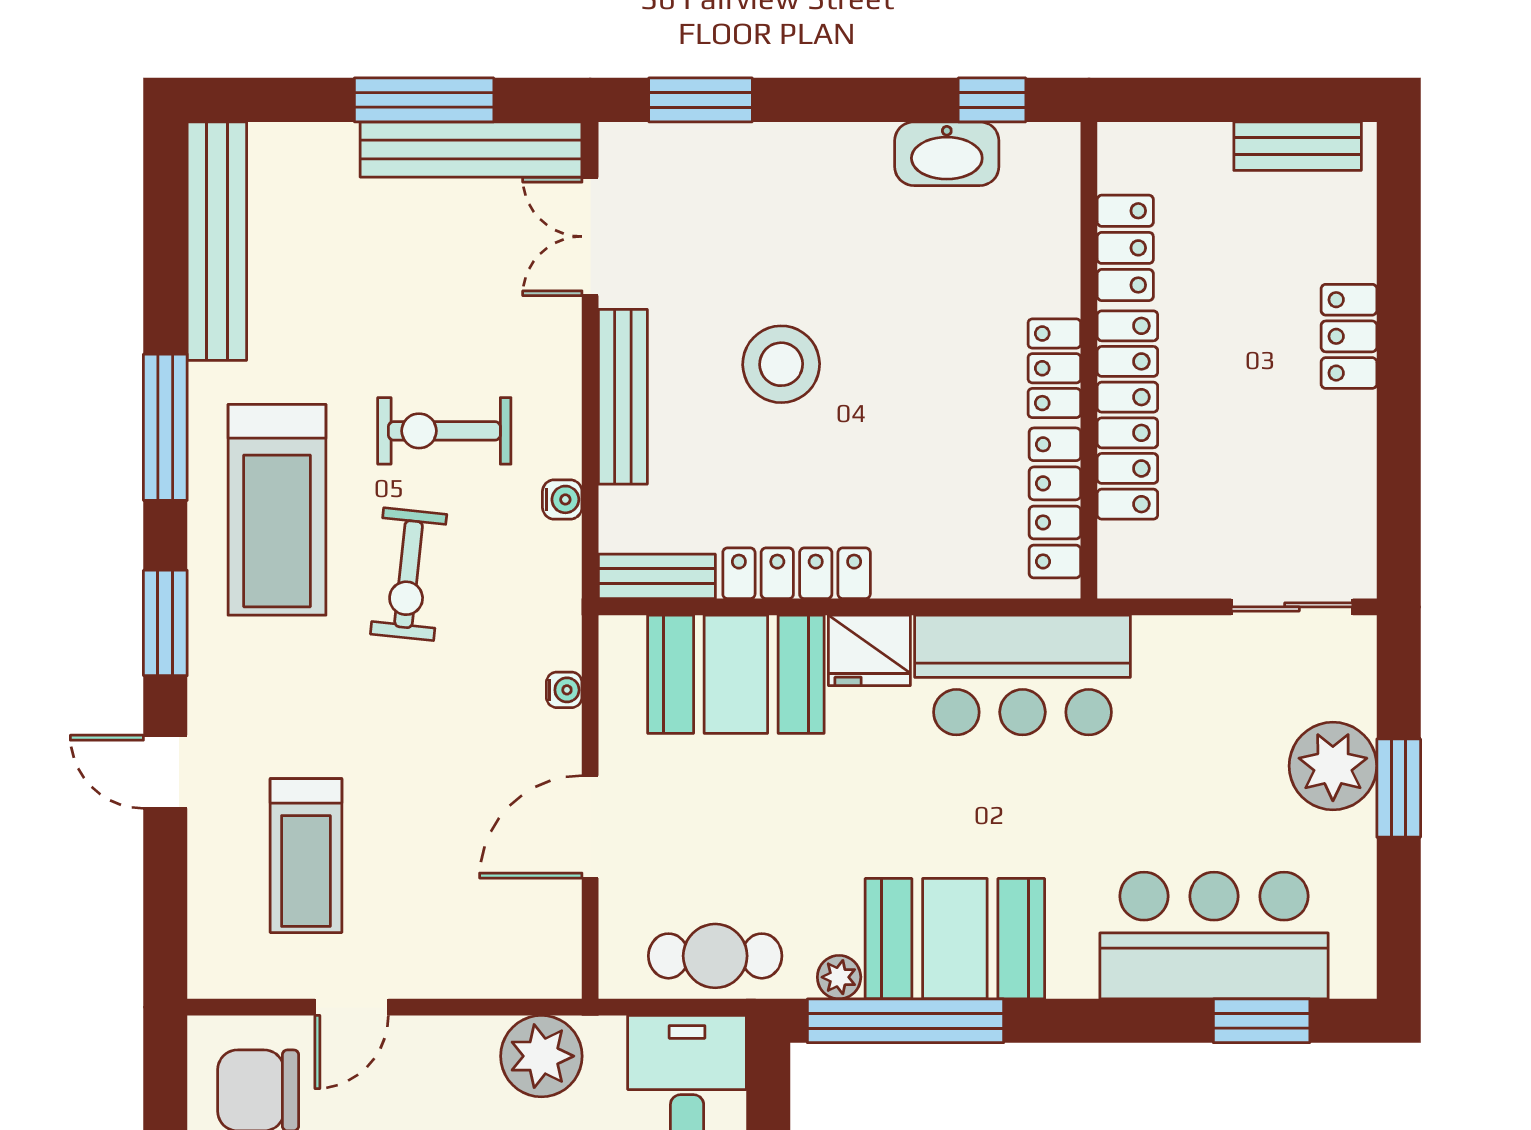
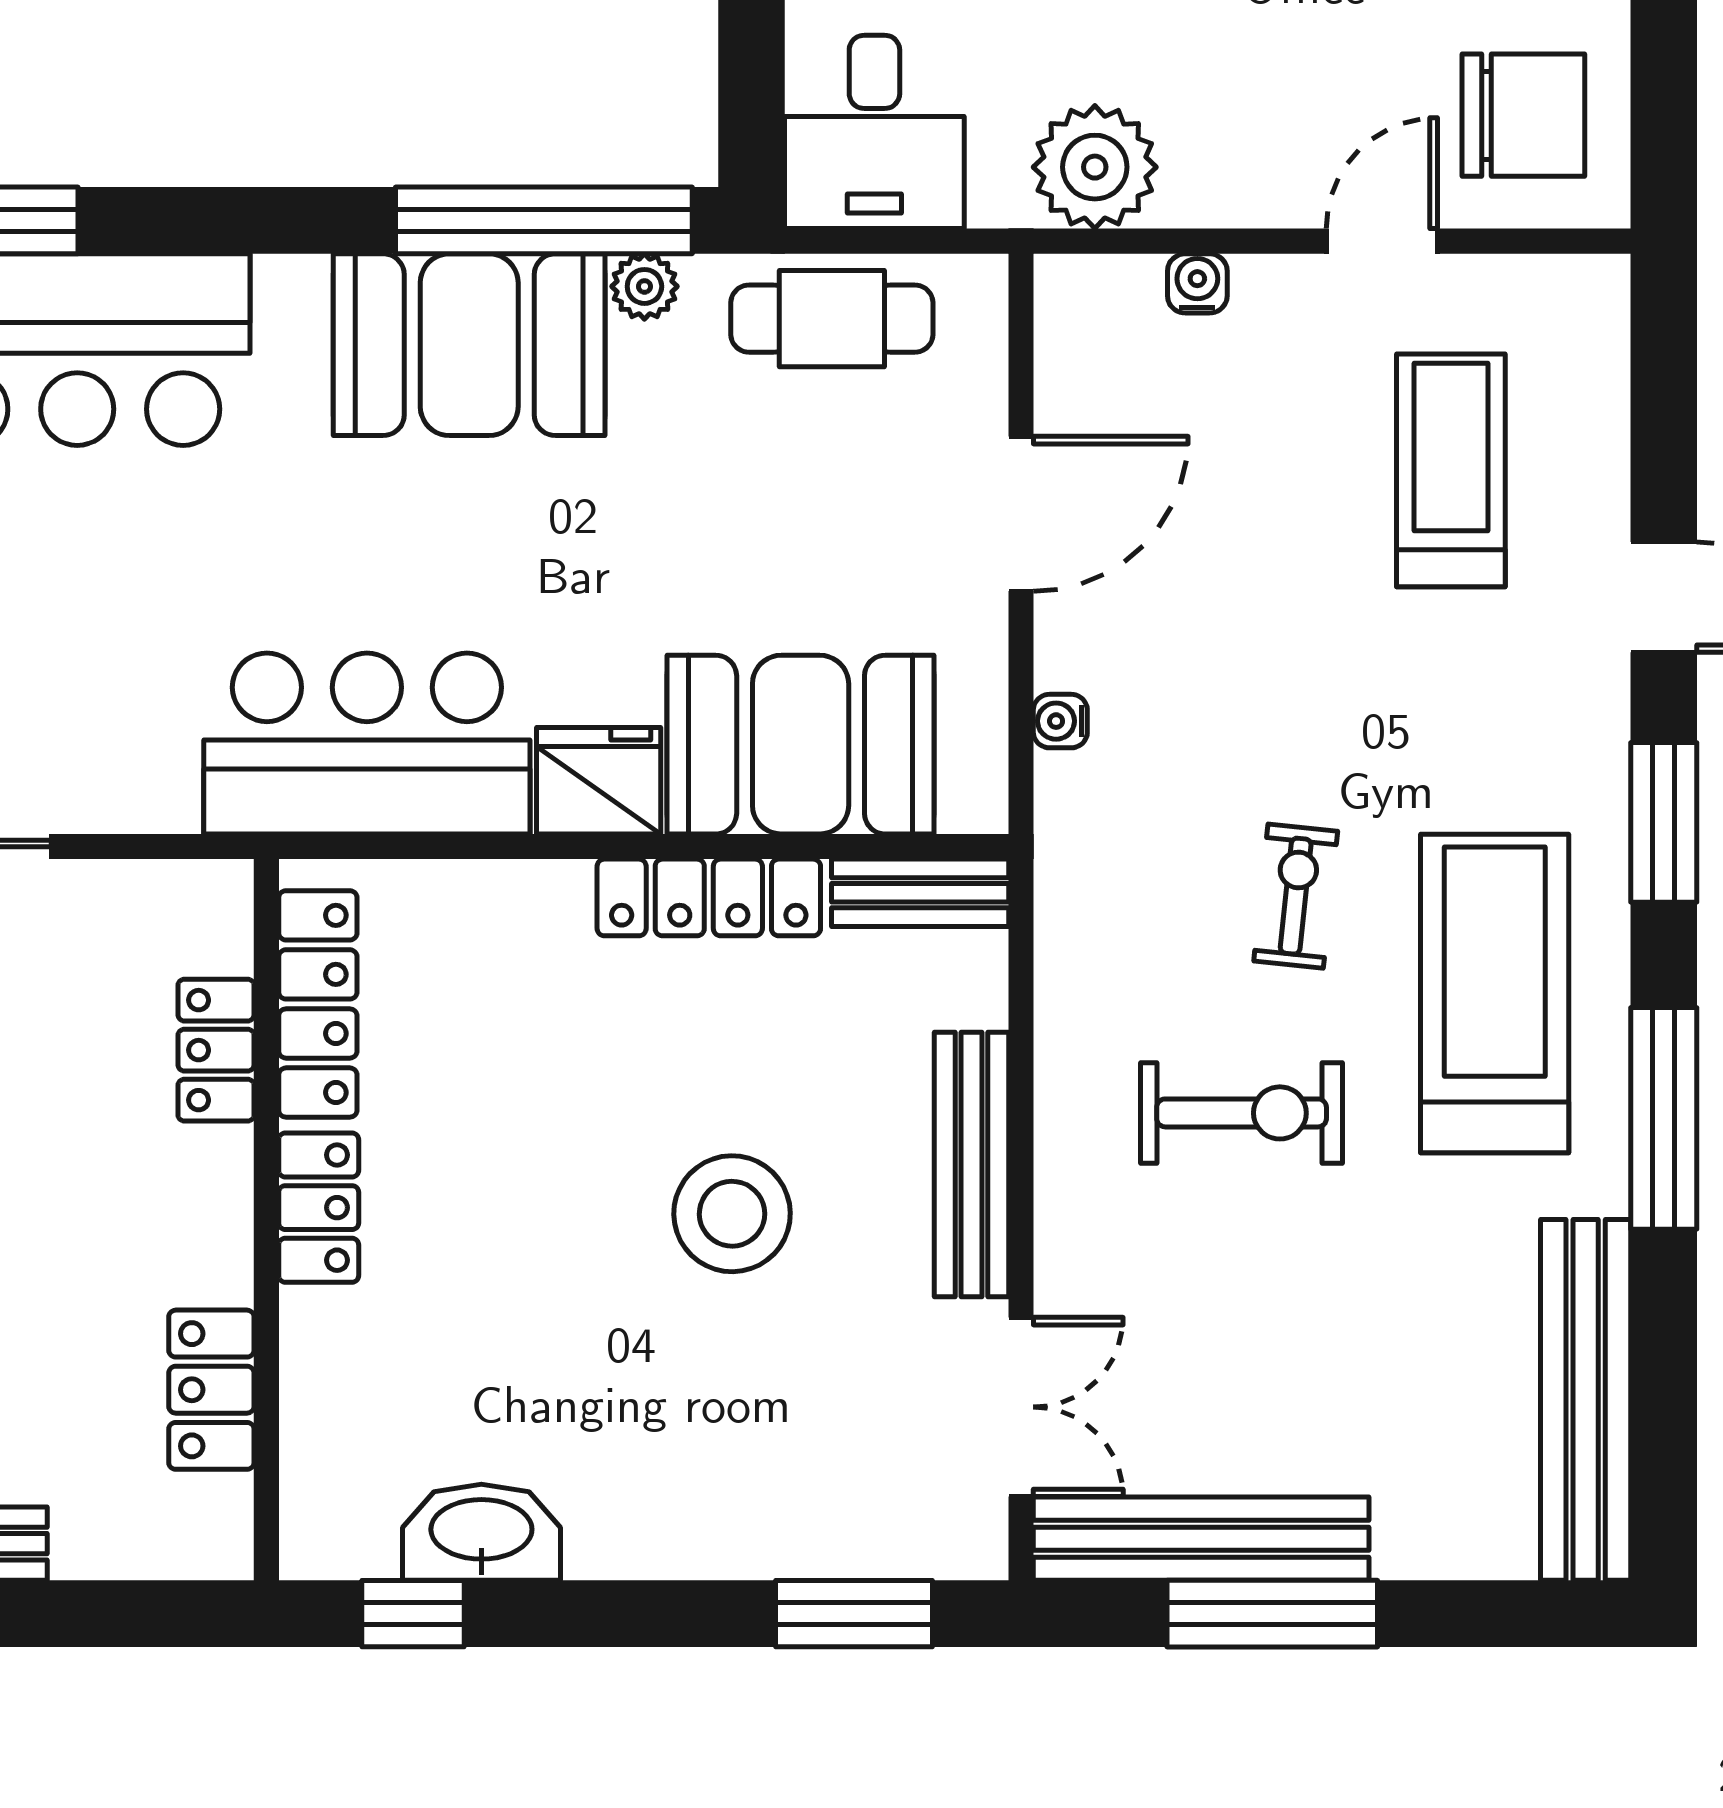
locker: (1127, 415) -> (216, 1050), width x0.46, depth x0.83
water cooler: (562, 499) -> (1197, 283), moved, turned 90
exercise bike: (409, 574) -> (1296, 896), width x0.73, depth x0.72

